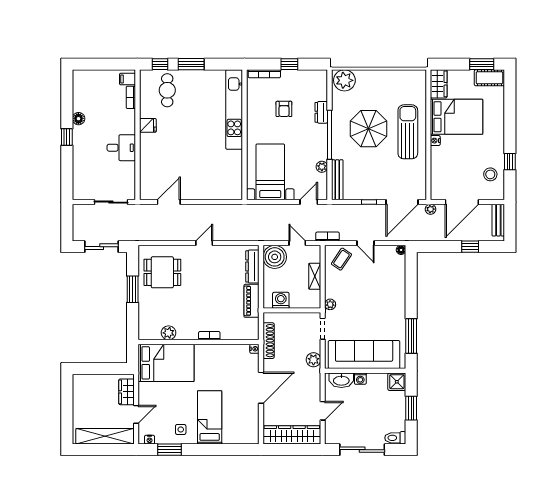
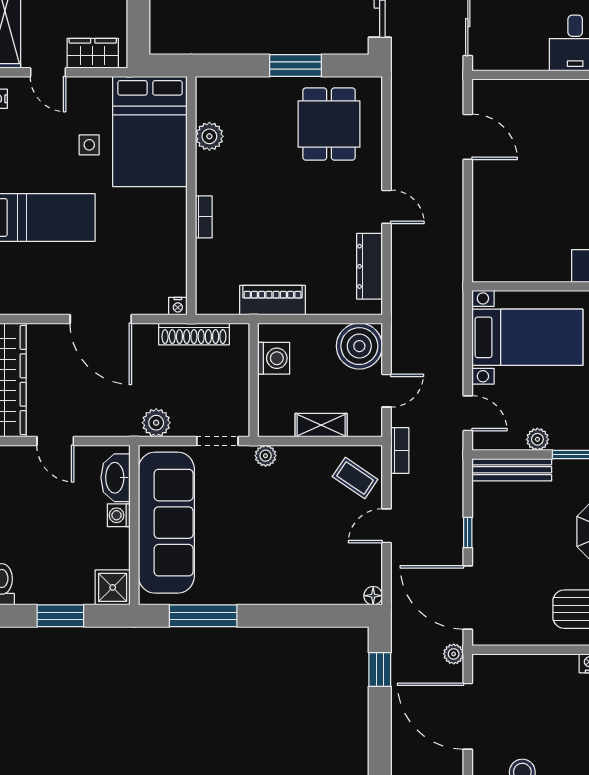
window: (470, 247) -> (380, 669), moved
dresser: (252, 266) -> (370, 266), moved, turned -90
side table: (181, 429) -> (89, 145), moved

